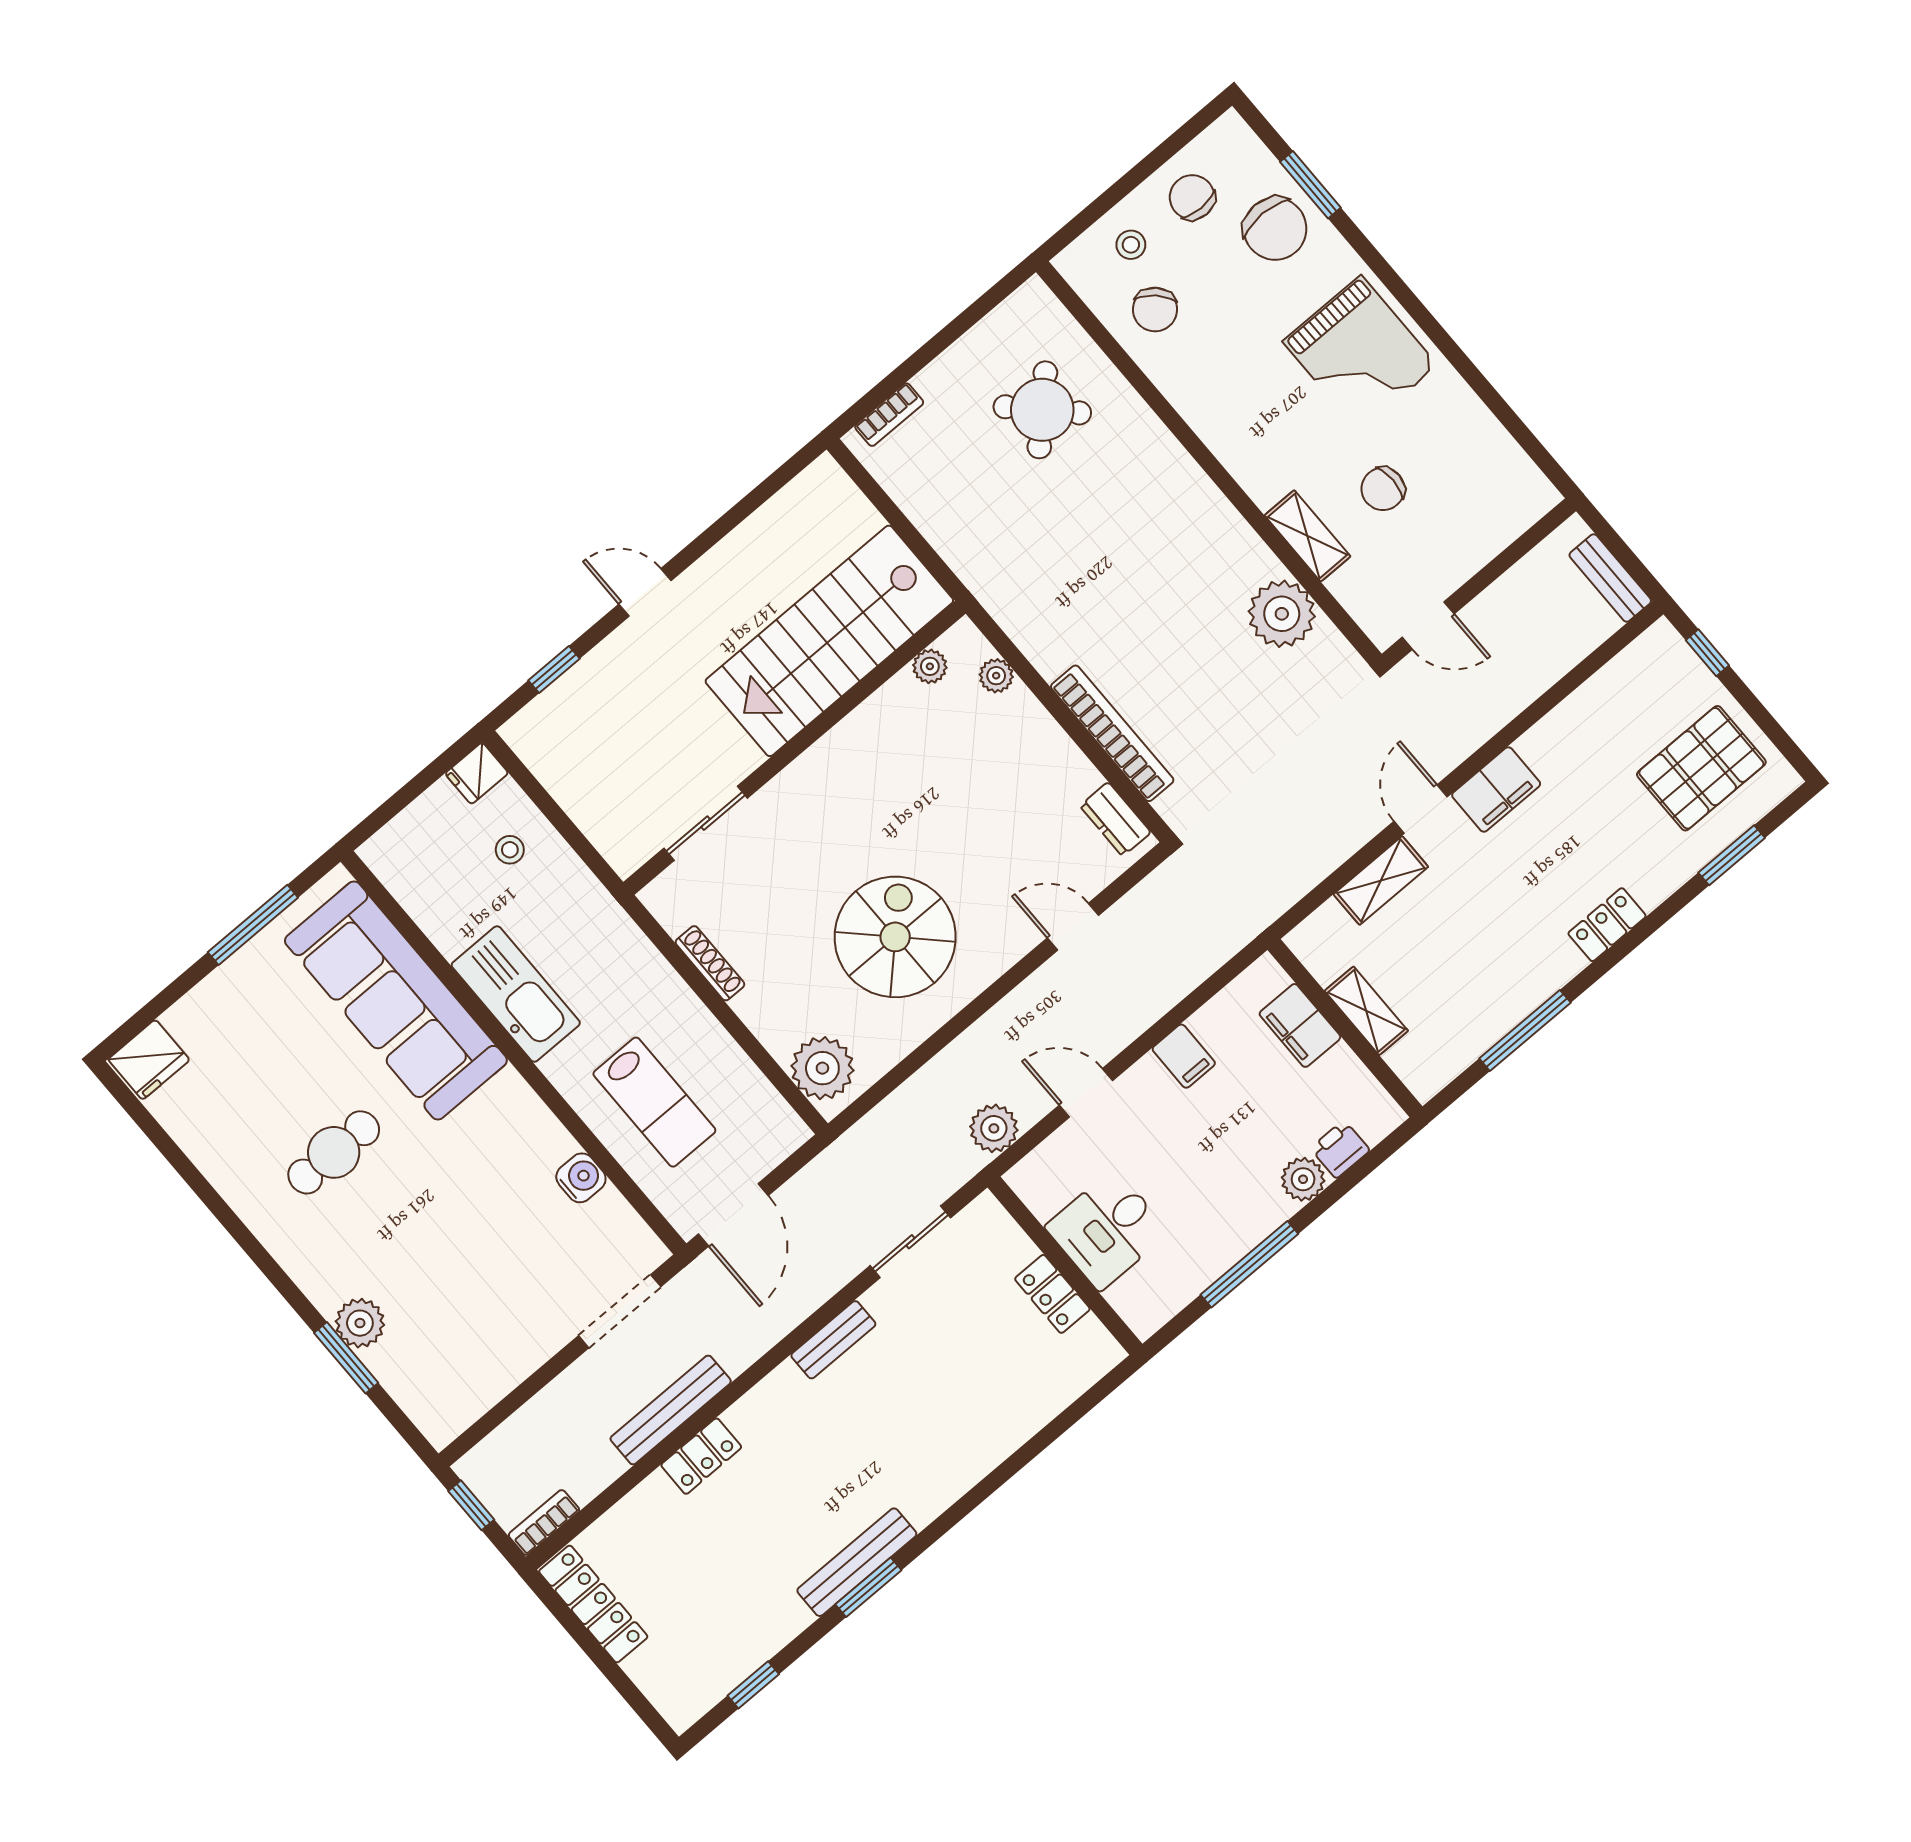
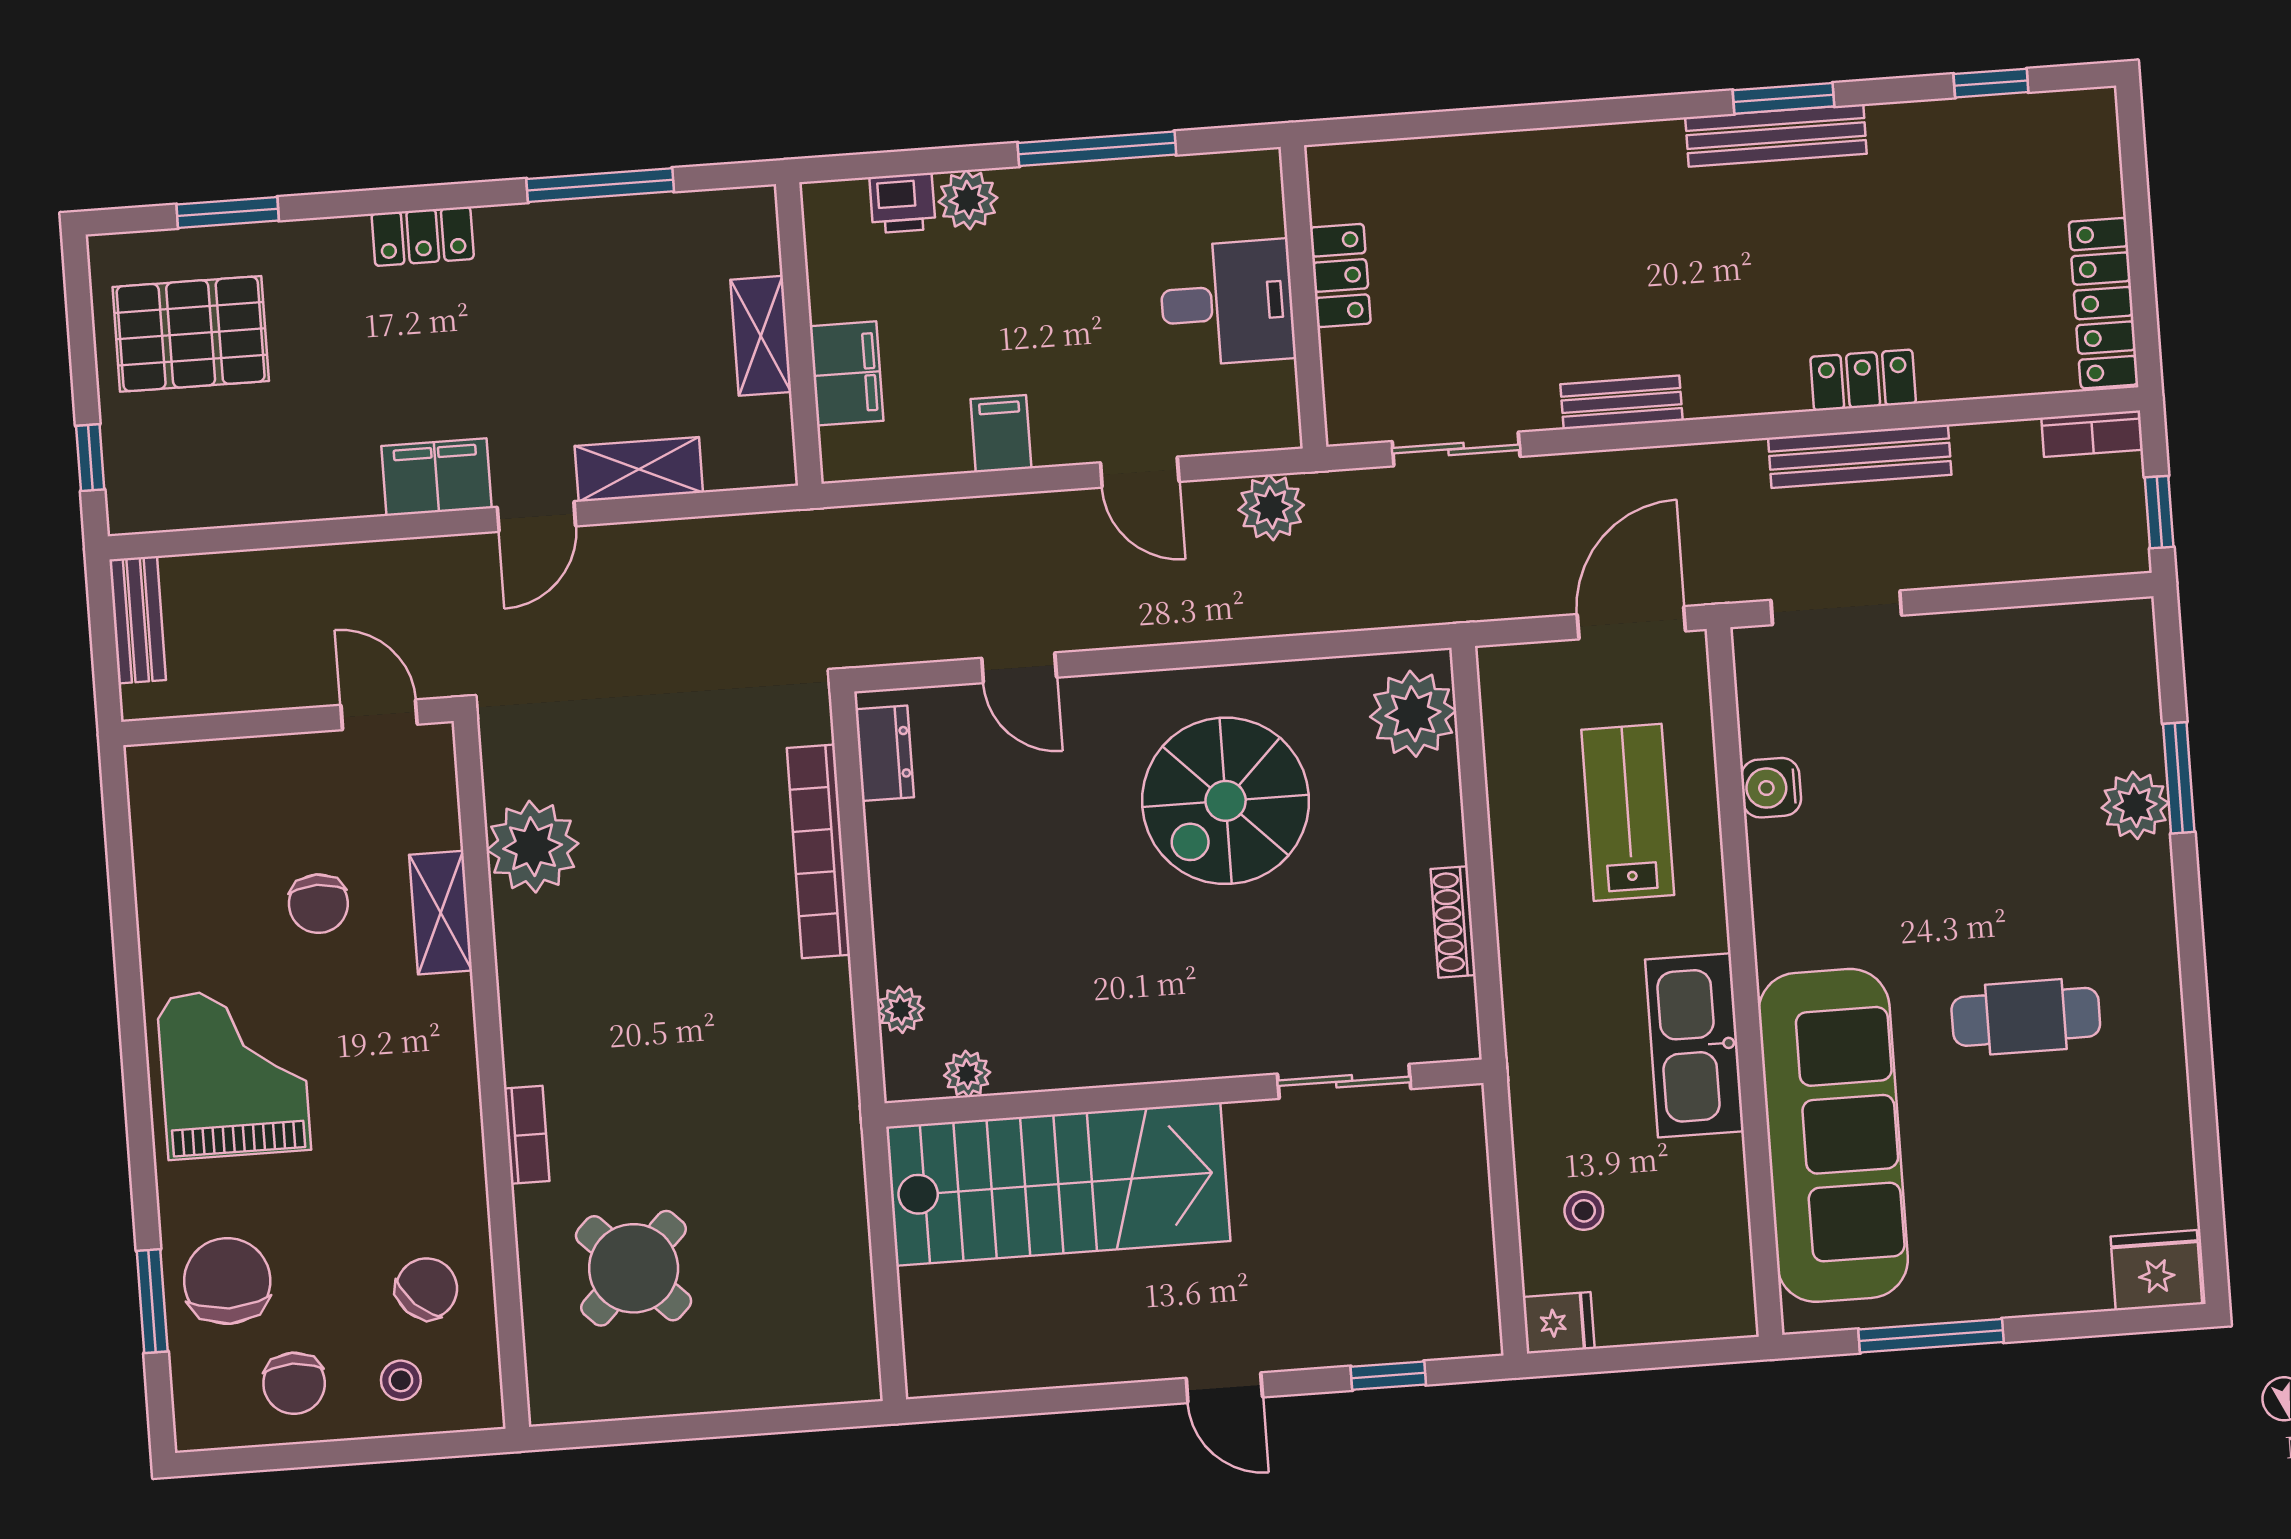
bookcase: (889, 415) -> (527, 1135), moved, turned 90
chair: (1383, 489) -> (318, 904), turned 90

